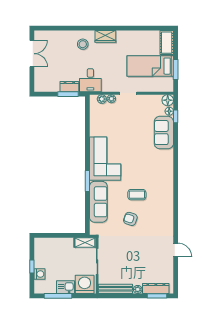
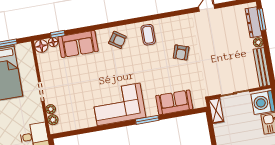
armchair: (161, 167) -> (117, 40), added
coffee table: (137, 195) -> (148, 35), moved
sofa: (98, 202) -> (174, 102), width x0.73
armchair: (130, 219) -> (181, 52), moved

